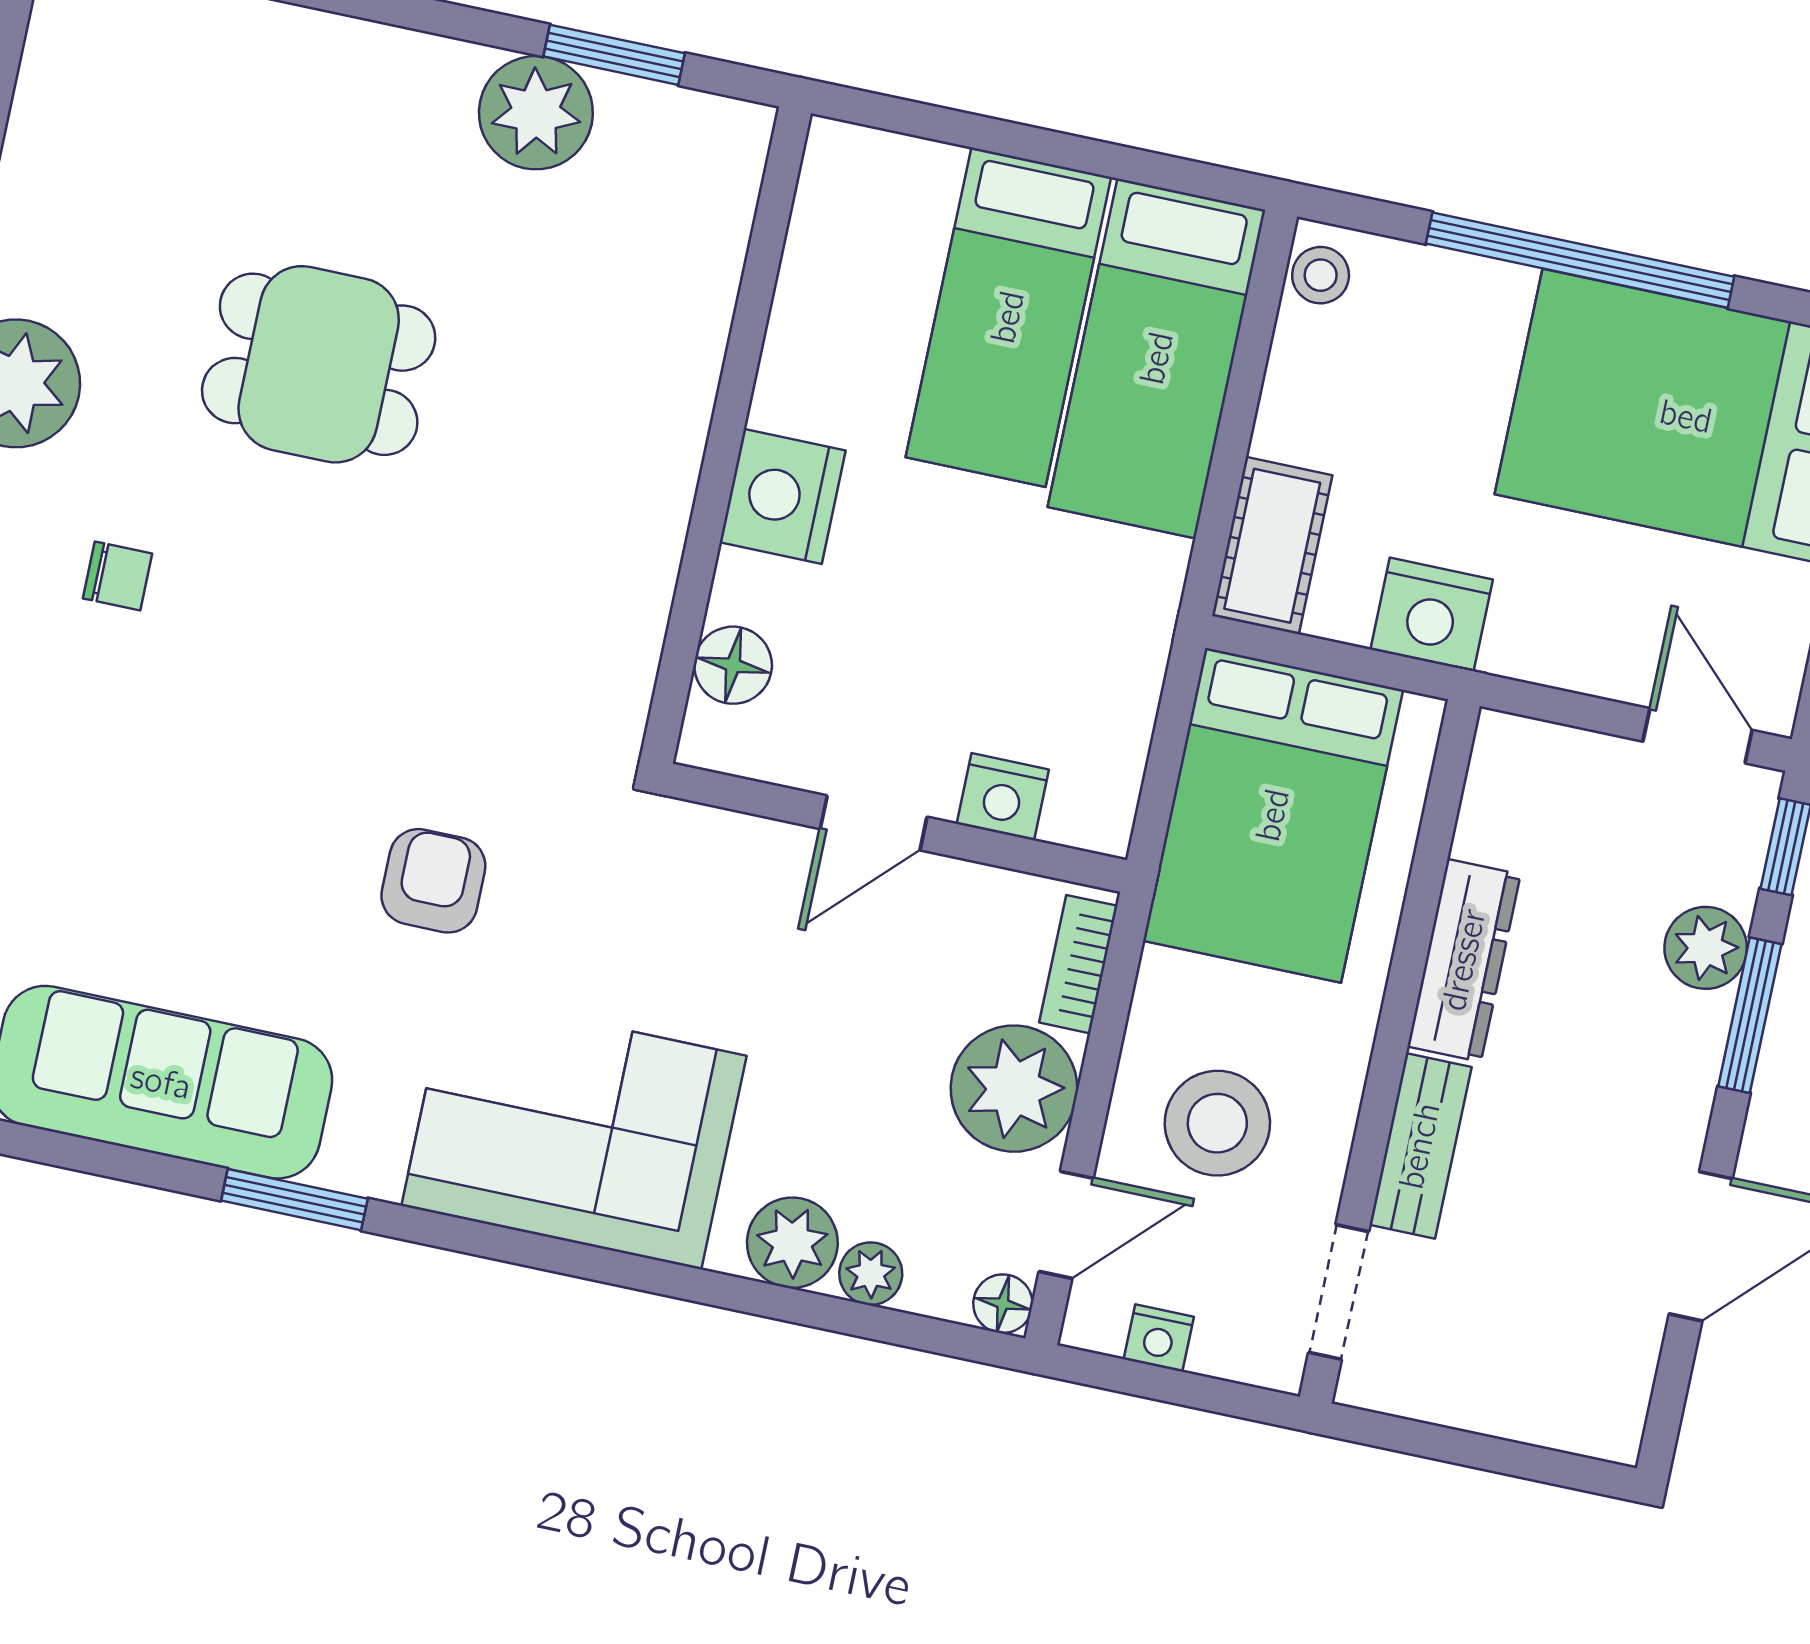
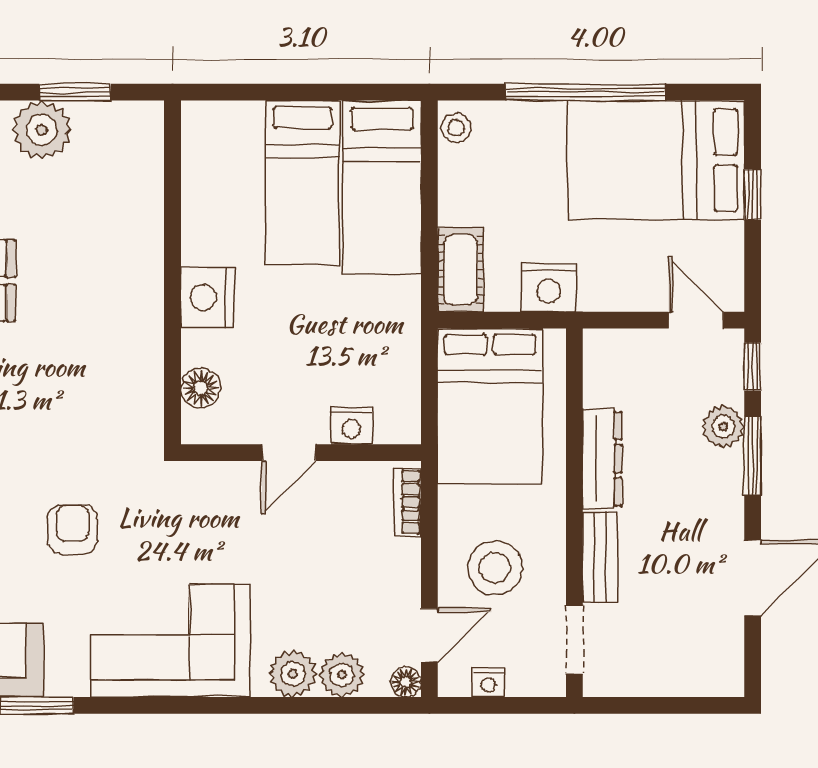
plant: (1014, 1089) -> (388, 572), removed
plant: (871, 1274) -> (342, 675), width x1.38, depth x1.38

